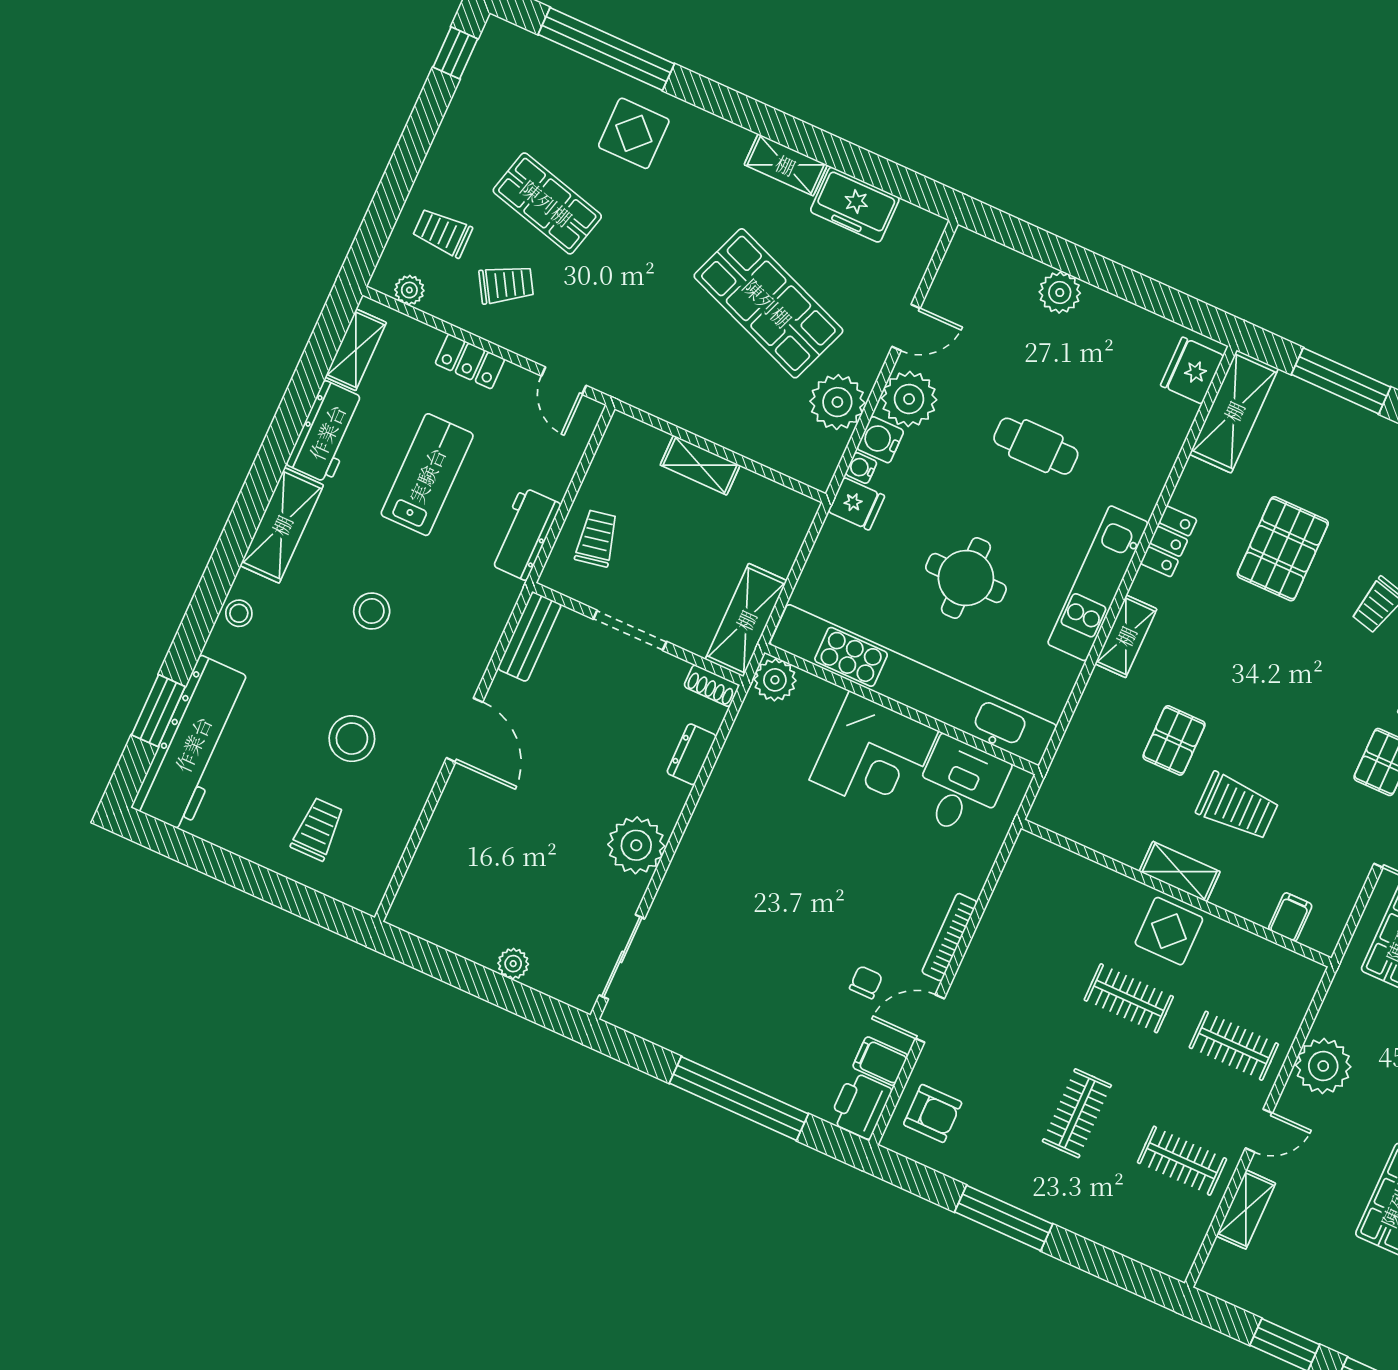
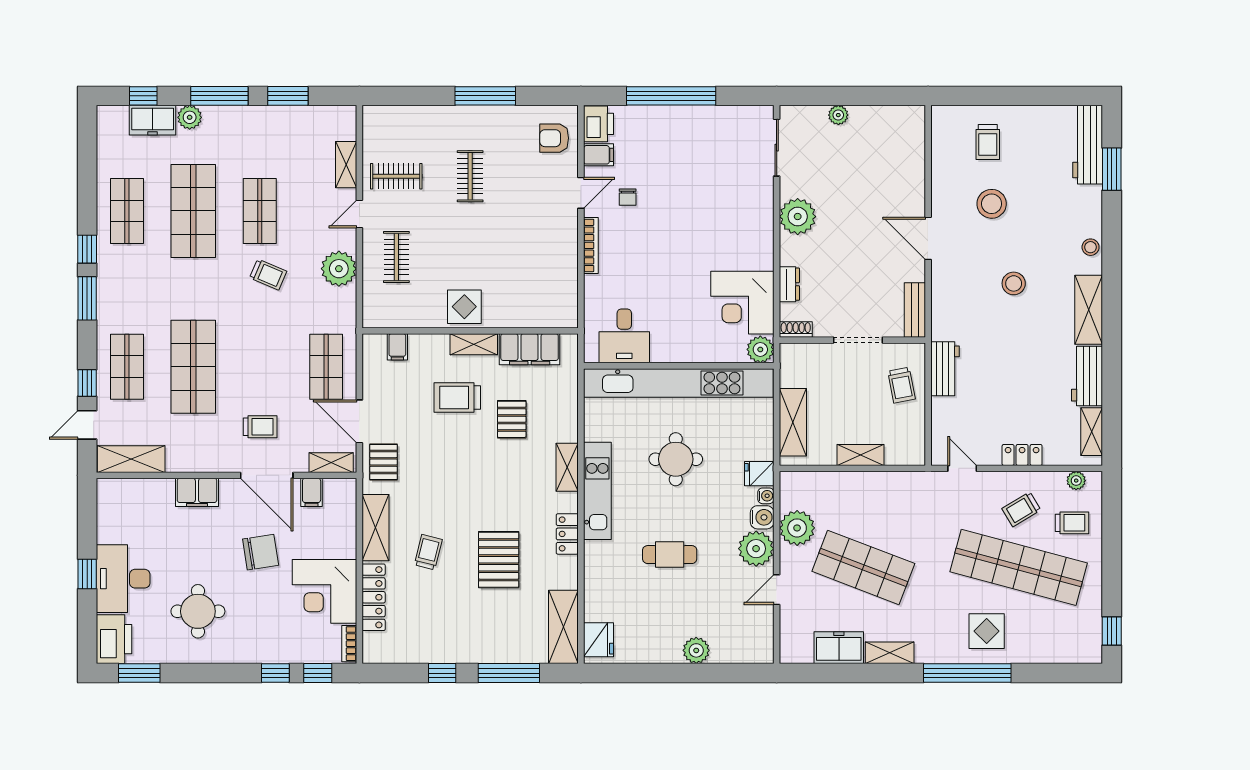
window: (606, 49) -> (967, 673), moved
shop shelf: (547, 203) -> (1019, 567), width x2.00, depth x1.36
lab bench: (427, 475) -> (1017, 378), removed
shelving: (746, 620) -> (793, 422), moved
workbench: (193, 744) -> (1088, 145), width x0.73, depth x0.76
corner desk: (874, 755) -> (742, 303), moved, turned -90
filing cabinet: (1104, 829) -> (530, 349), added
clothes rail: (1129, 998) -> (470, 257), removed
clothes rail: (1234, 1046) -> (396, 257), turned 90

